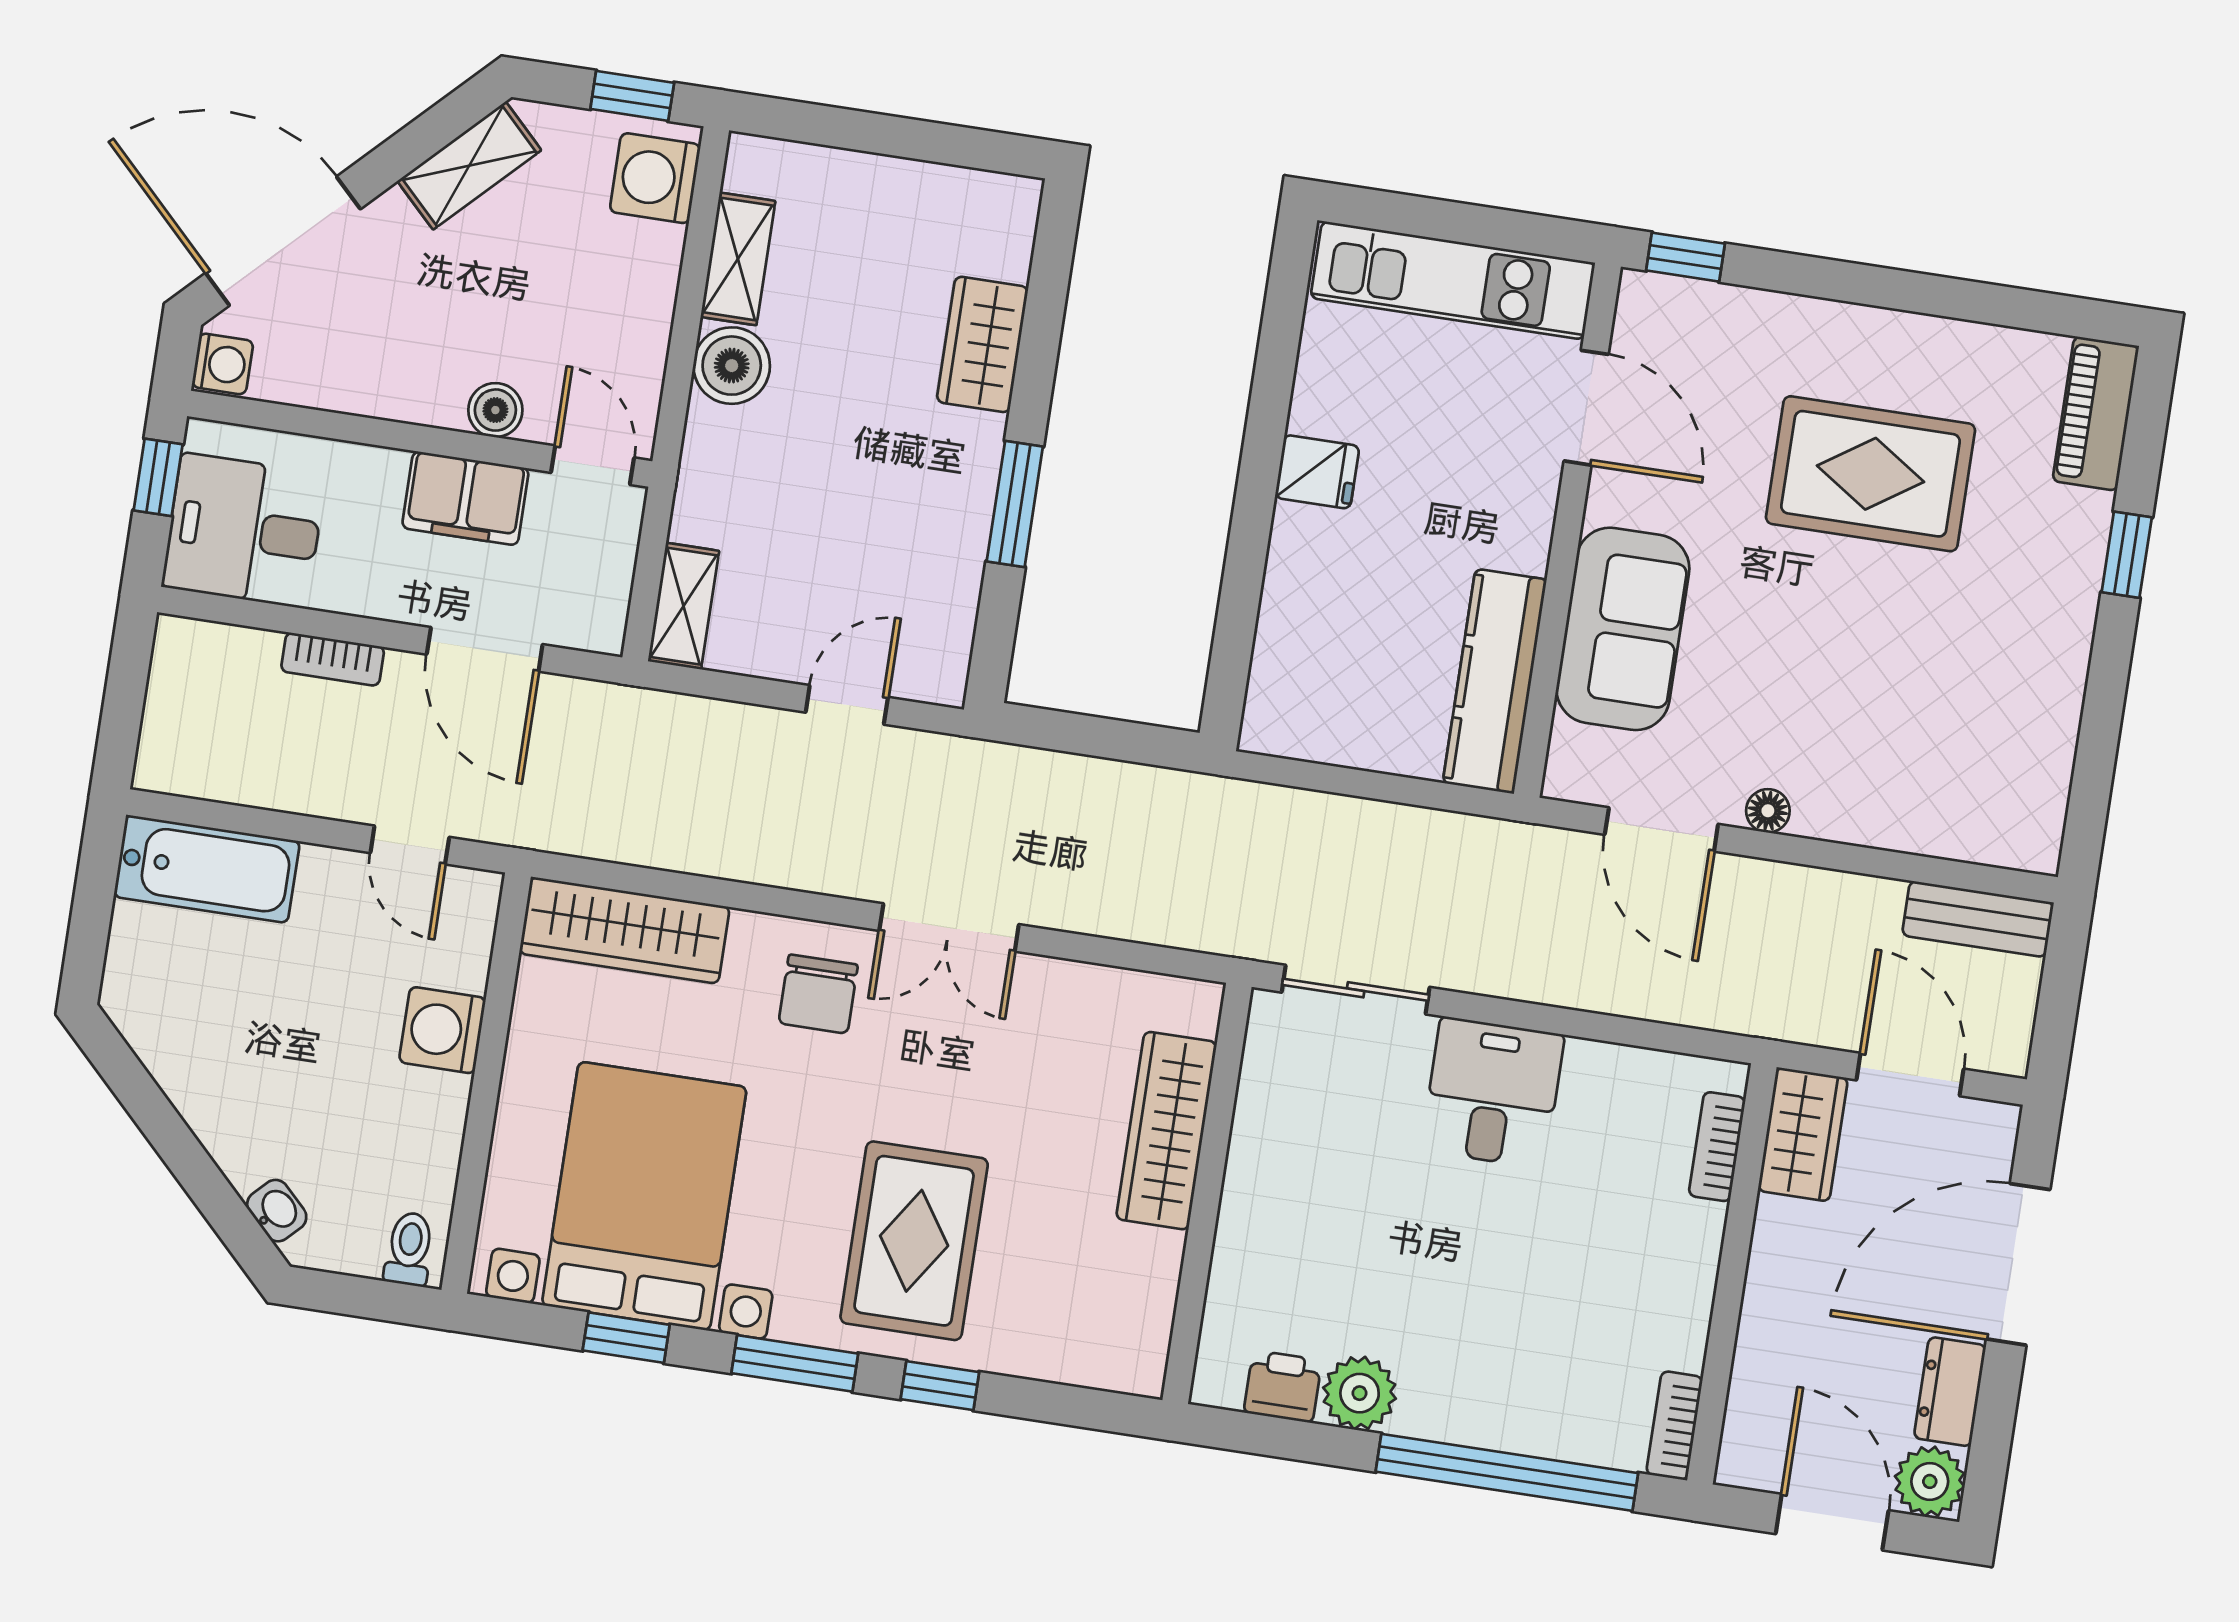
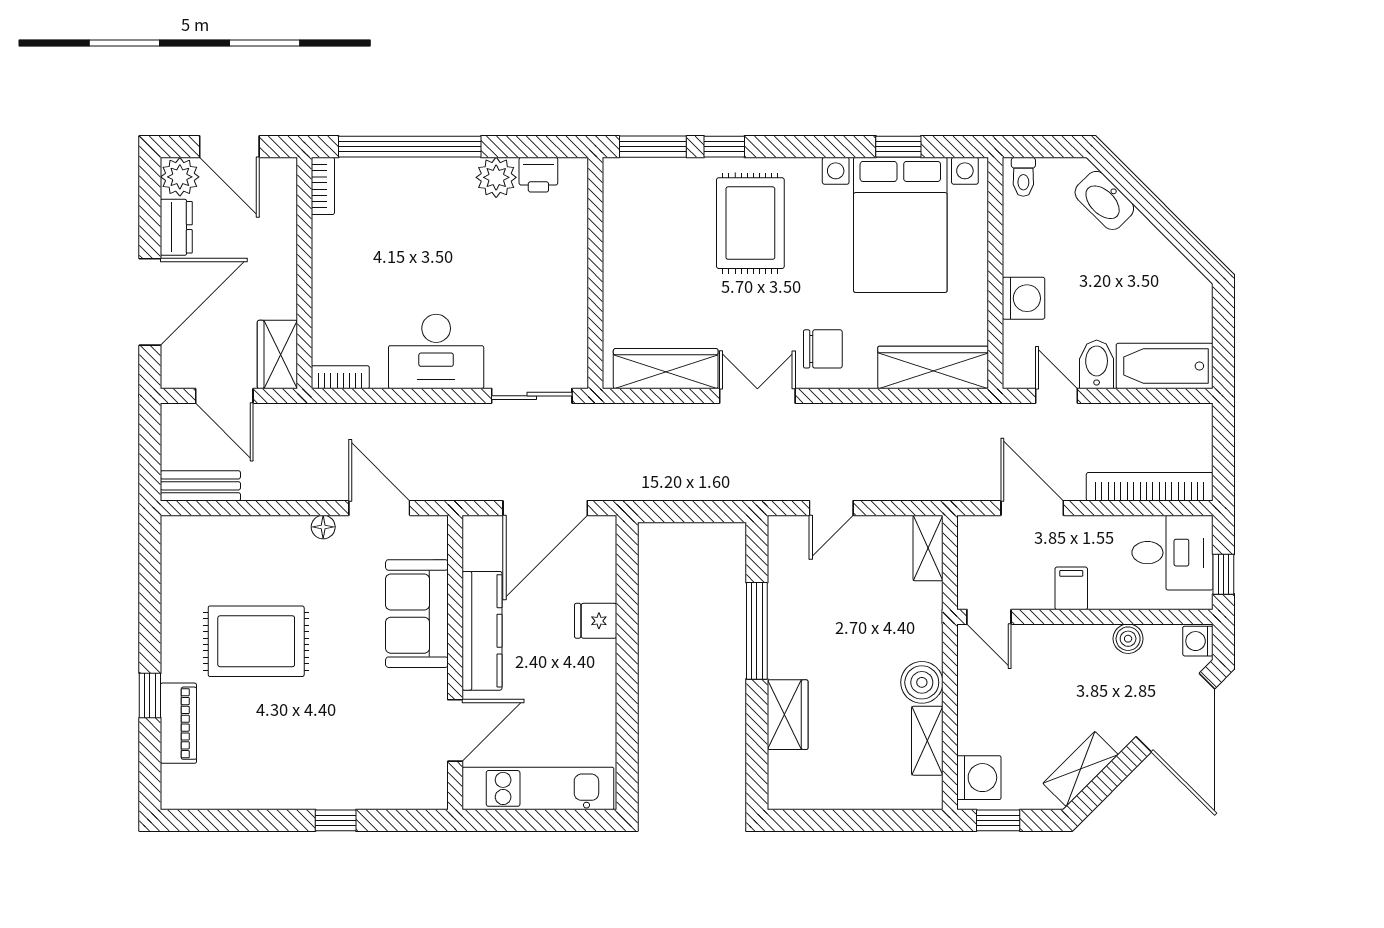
door: (283, 241) -> (1175, 713), hinge flipped
window: (1686, 257) -> (336, 820), moved
door: (1586, 408) -> (455, 730), swing flipped
boiler: (495, 410) -> (1128, 639), moved
piano: (2096, 414) -> (178, 723), moved
fridge: (1317, 472) -> (596, 621), moved
rug: (1871, 474) -> (256, 641), moved
filing cabinet: (465, 498) -> (1071, 588), width x0.50
window: (1015, 504) -> (757, 631), width x1.44
bookcase: (333, 659) -> (1150, 487), width x2.31, depth x1.31
kitchen counter: (1495, 681) -> (482, 631), moved
door: (1362, 784) -> (545, 508), added
bidet: (329, 891) -> (1097, 364), added
chair: (818, 994) -> (823, 349), turned 90
desk: (1493, 1092) -> (436, 351), width x1.37
wardrobe: (1166, 1131) -> (666, 369), moved, turned -90
bookcase: (1717, 1147) -> (340, 377), moved, turned -90
washbasin: (277, 1211) -> (1104, 200), width x1.91, depth x1.45
window: (795, 1363) -> (653, 147), moved

